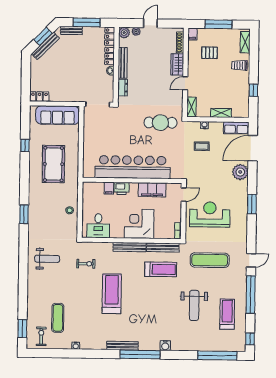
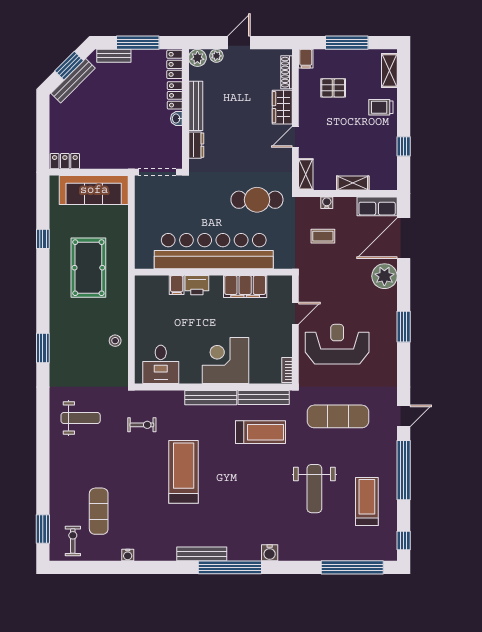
bar counter: (133, 167) -> (214, 251), moved
wall: (132, 180) -> (213, 272), moved
filing cabinet: (109, 188) -> (177, 285), moved
printer: (122, 188) -> (197, 285), moved
filing cabinet: (152, 190) -> (245, 287), moved

